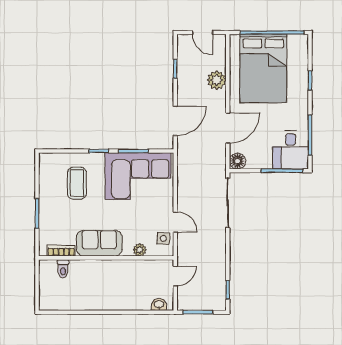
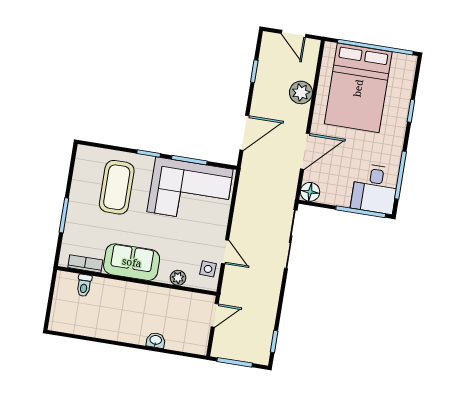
coffee table: (77, 183) -> (117, 187), width x1.36, depth x1.32
washbasin: (159, 305) -> (156, 340), moved

